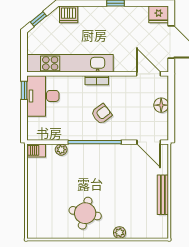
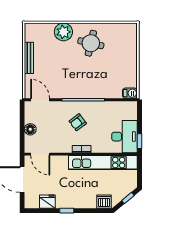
fridge: (159, 14) -> (47, 202), moved
plant: (61, 150) -> (110, 94), removed
plant: (120, 233) -> (63, 32), width x1.88, depth x1.88

